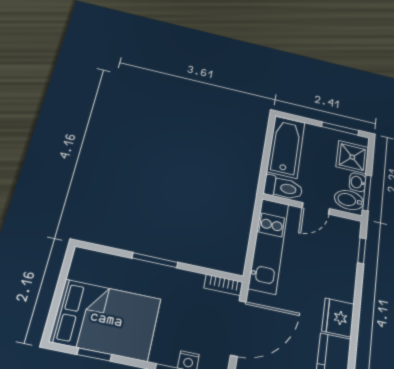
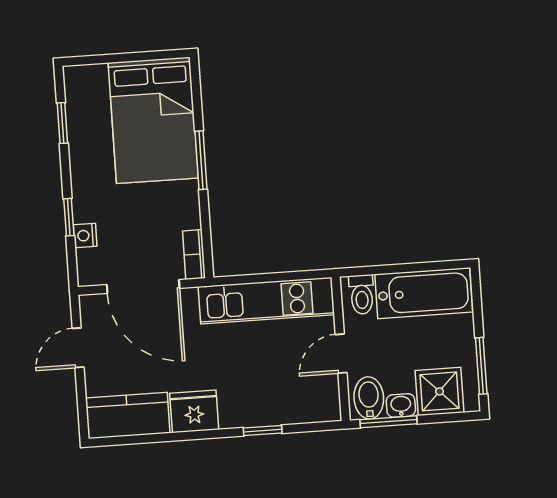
toilet: (283, 188) -> (362, 295), width x0.73, depth x0.72
door: (316, 208) -> (341, 354), hinge flipped
window: (362, 251) -> (263, 430), moved
bed: (106, 320) -> (153, 120), moved

